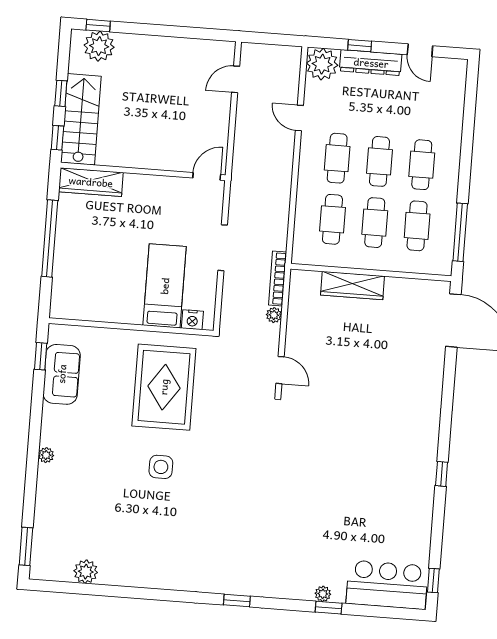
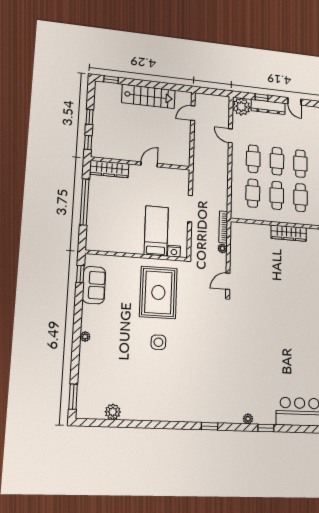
plant: (99, 46) -> (112, 91), removed
stairs: (81, 119) -> (148, 96), moved, turned 90
door: (207, 176) -> (149, 164), moved
wardrobe: (353, 286) -> (289, 233), moved
door: (280, 370) -> (228, 281), swing flipped
plant: (323, 594) -> (248, 419), moved

